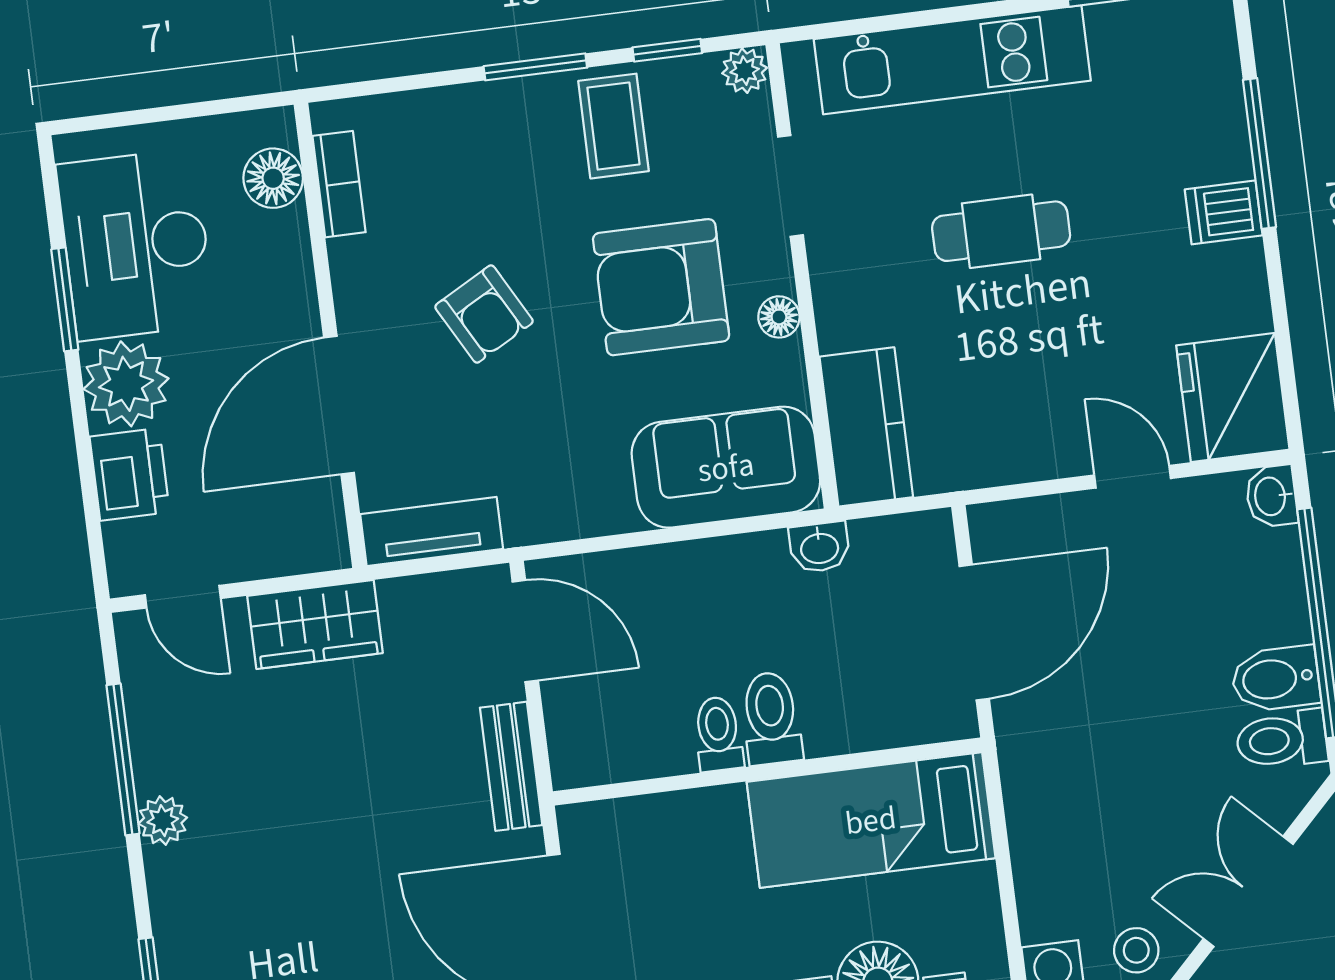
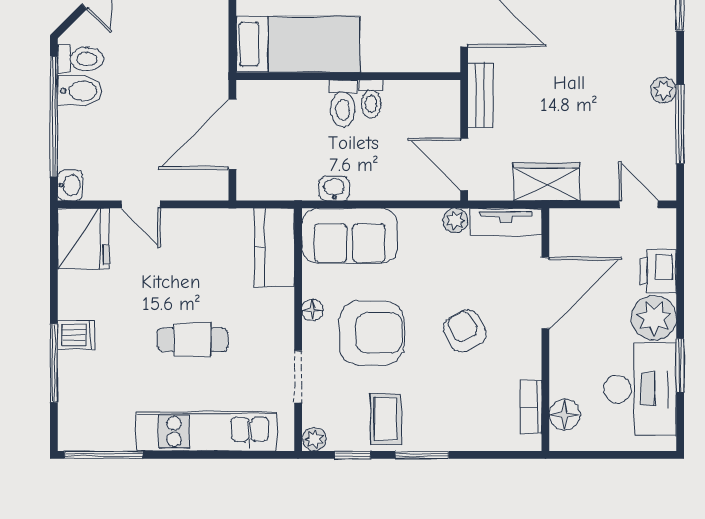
plant: (528, 522) -> (455, 220), added
washbasin: (819, 547) -> (334, 188), moved
wardrobe: (315, 624) -> (547, 181), moved

